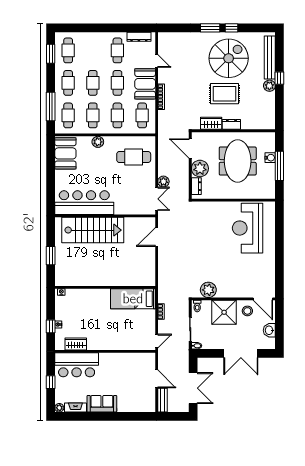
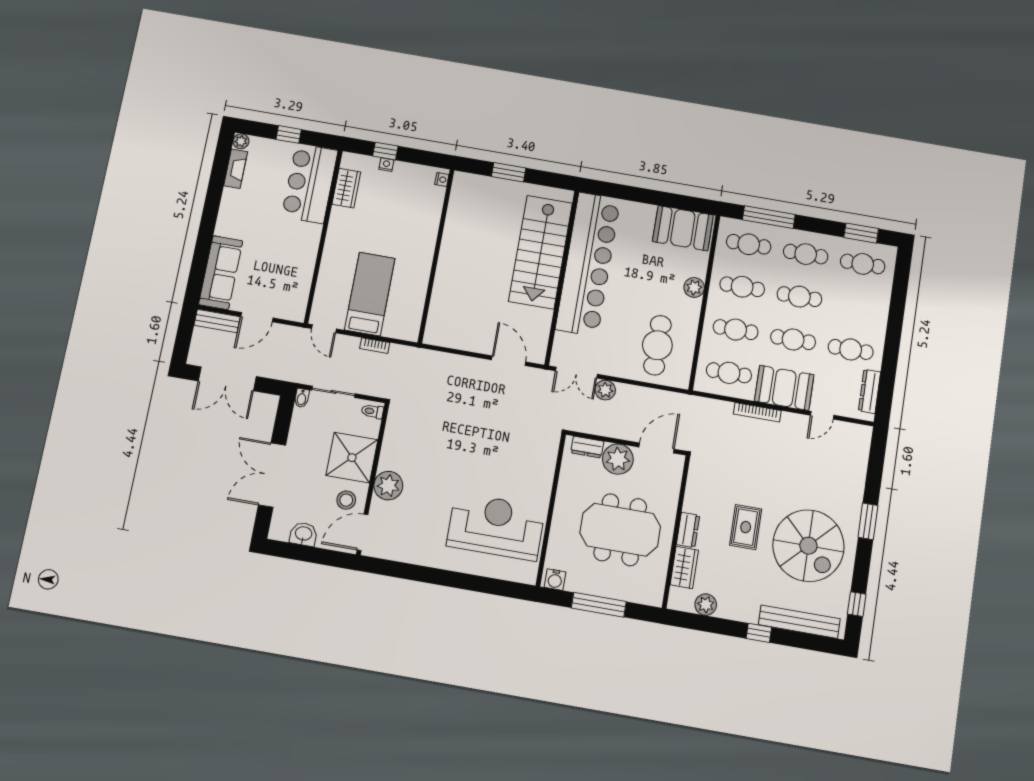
window: (231, 28) -> (857, 604), moved
plant: (269, 86) -> (706, 605), moved
rug: (225, 94) -> (746, 527), width x0.73, depth x0.70
wardrobe: (211, 123) -> (684, 567), moved
water cooler: (270, 158) -> (555, 580), moved
bar counter: (84, 203) -> (588, 264), width x1.36
plant: (208, 290) -> (388, 486), moved
bed: (133, 299) -> (370, 294), moved
sofa: (102, 404) -> (221, 273), moved, width x1.36

